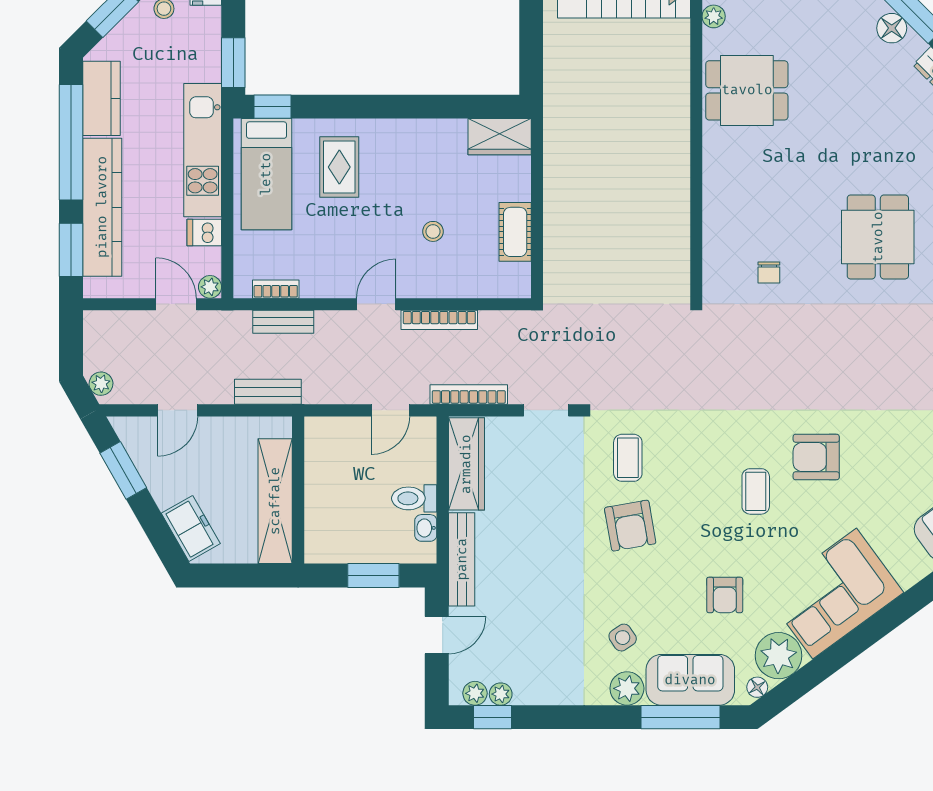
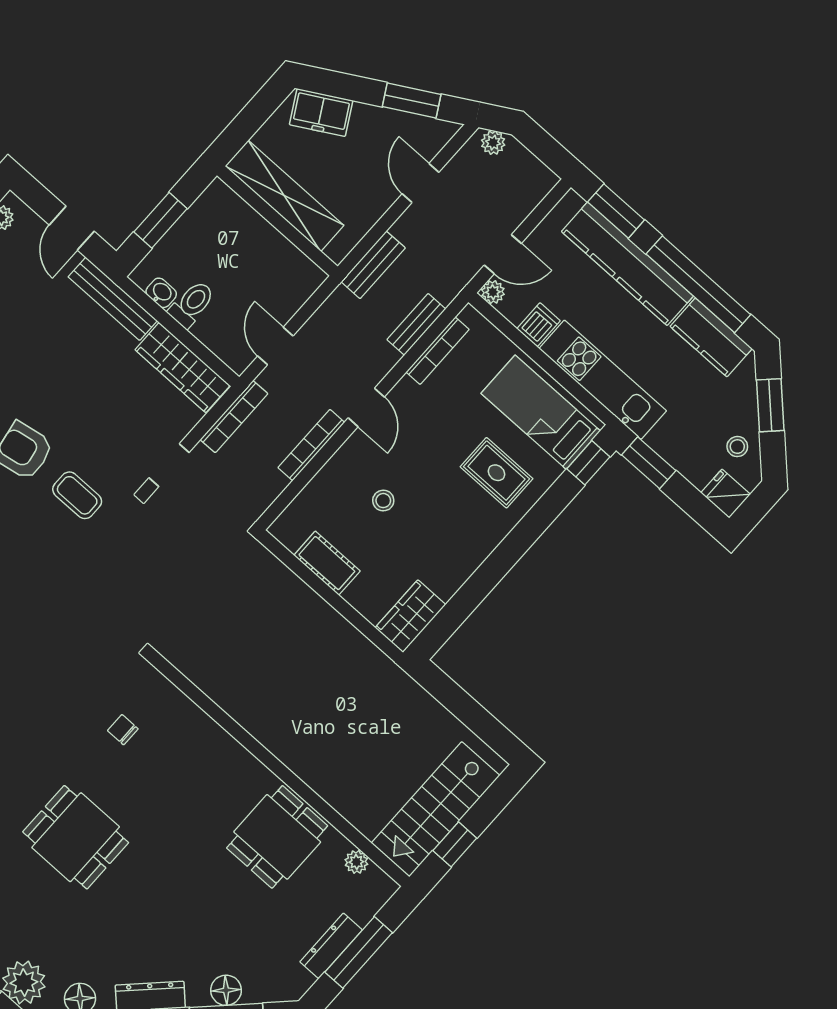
bookcase: (276, 289) -> (438, 351), width x1.56

